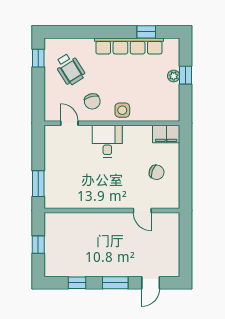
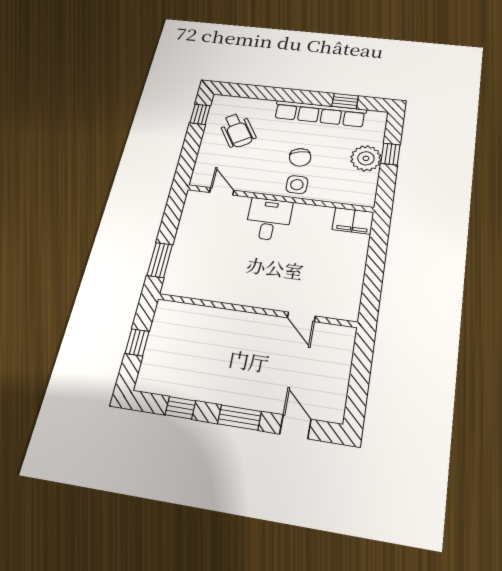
plant: (174, 76) -> (366, 158), width x1.87, depth x1.87
chair: (92, 101) -> (300, 157), moved
chair: (157, 172) -> (331, 268), removed
door: (151, 283) -> (295, 427), swing flipped

